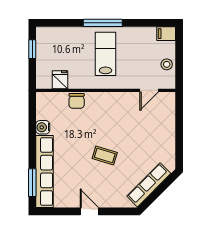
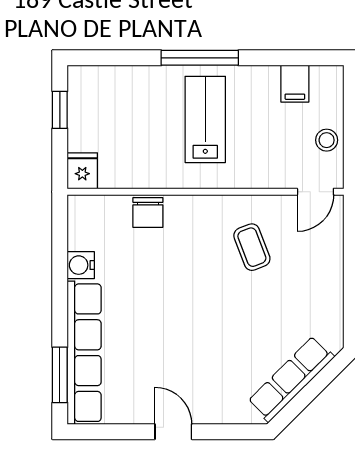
filing cabinet: (166, 34) -> (295, 84), moved, turned -90
fridge: (60, 80) -> (82, 171), moved
door: (149, 90) -> (315, 192), moved
coffee table: (105, 155) -> (252, 247), moved, turned 52

